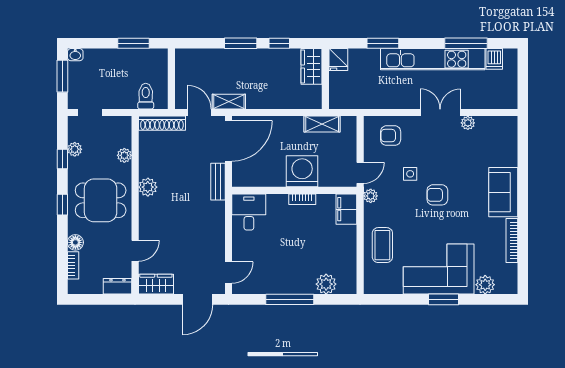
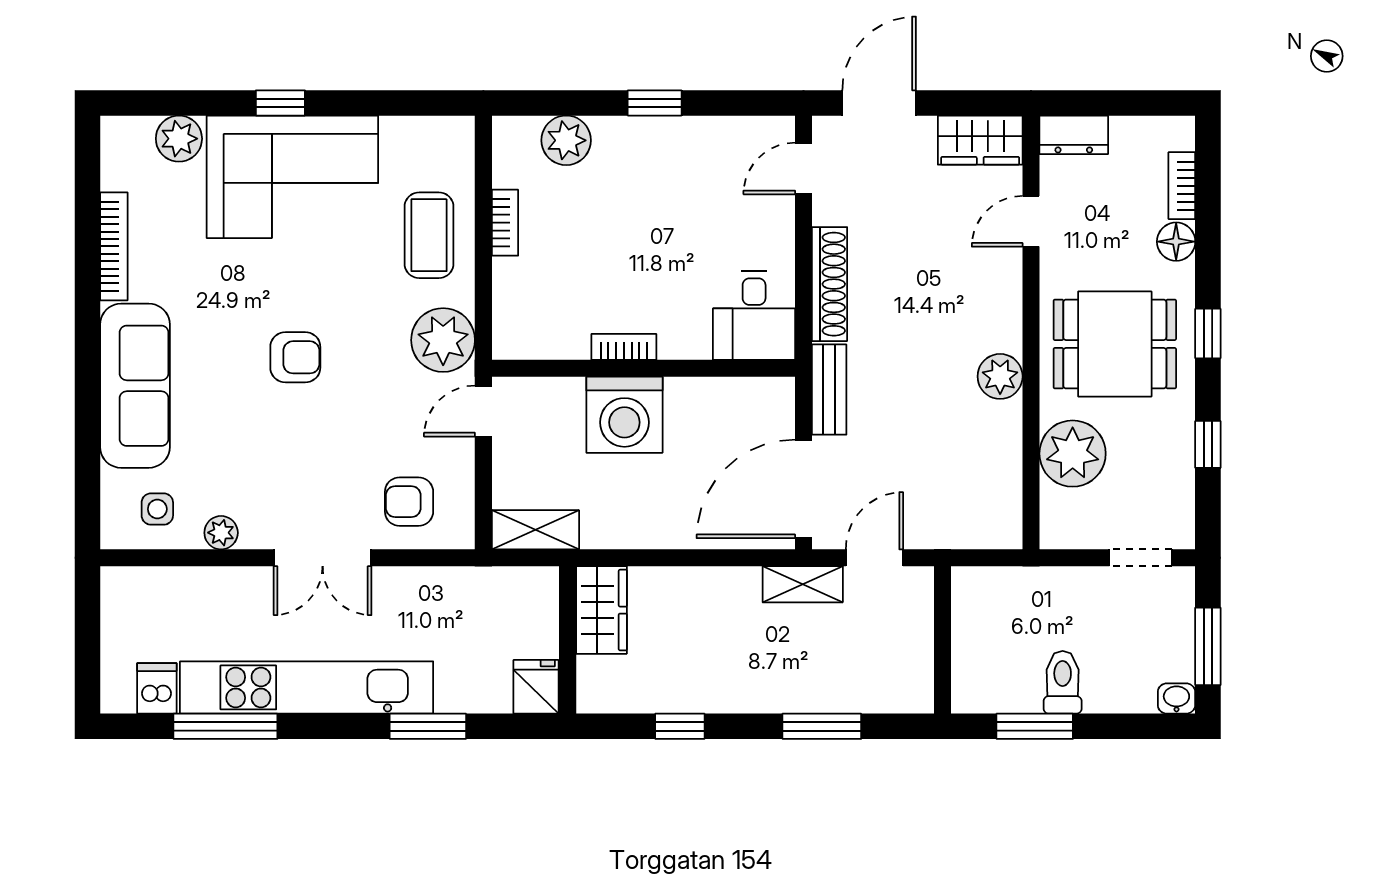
window: (241, 43) -> (822, 726), moved
wardrobe: (312, 66) -> (601, 610), moved
toilet: (146, 96) -> (1063, 682), moved, turned 180
door: (199, 112) -> (874, 558), swing flipped
double door: (440, 112) -> (323, 558), moved
shoe rack: (162, 123) -> (830, 284), moved, turned 90
shelving: (322, 124) -> (535, 530), moved
armchair: (391, 136) -> (409, 502), turned 180
plant: (75, 149) -> (1178, 468), removed
plant: (124, 155) -> (1073, 454), width x1.88, depth x1.88
side table: (410, 174) -> (157, 509), moved
sofa: (503, 192) -> (135, 386), width x1.36
plant: (371, 196) -> (443, 340), width x1.87, depth x1.87
filing cabinet: (346, 209) -> (517, 323), removed
bookcase: (351, 250) -> (505, 223), added
window: (290, 299) -> (655, 103), width x0.46
window: (443, 299) -> (280, 103), width x0.67

